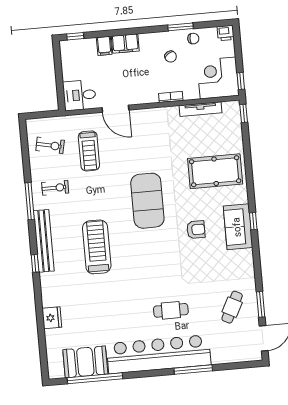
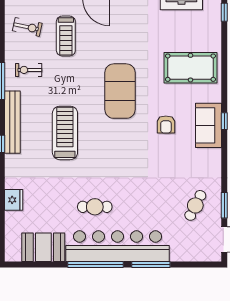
exercise bike: (55, 188) -> (29, 70), turned 180
armchair: (196, 230) -> (166, 124), turned 90
cafe table: (171, 310) -> (95, 207), moved
window: (95, 378) -> (95, 264), moved

